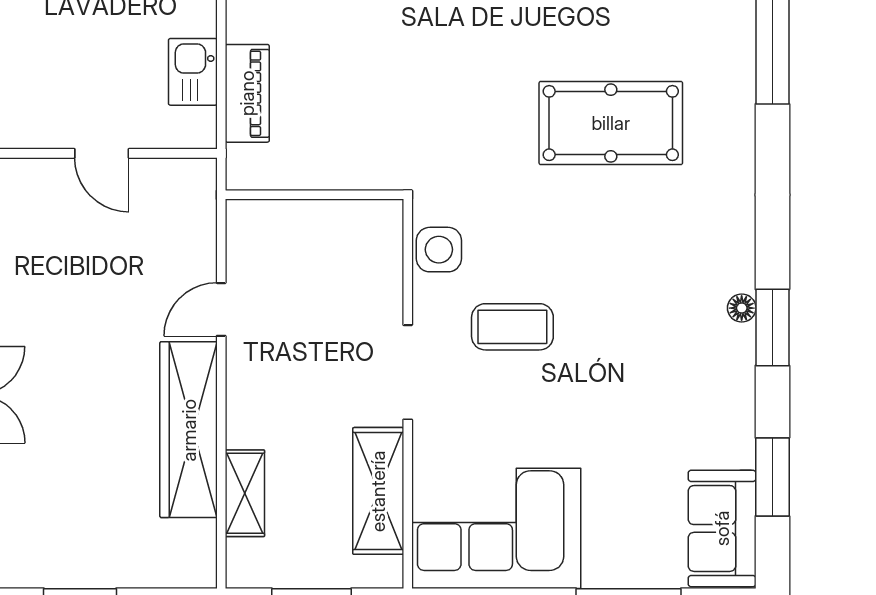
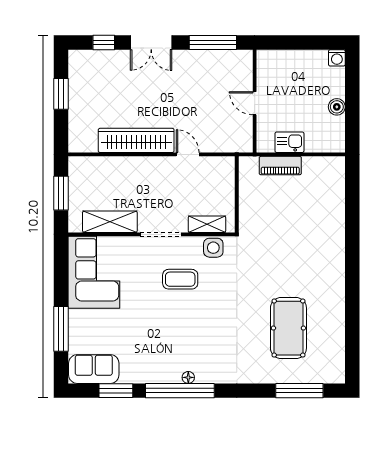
pool table: (611, 123) -> (288, 328), moved
door: (102, 153) -> (255, 103), hinge flipped
coffee table: (512, 327) -> (180, 279), turned 90
window: (772, 327) -> (180, 391), width x2.11
shelving: (245, 493) -> (207, 224), moved

